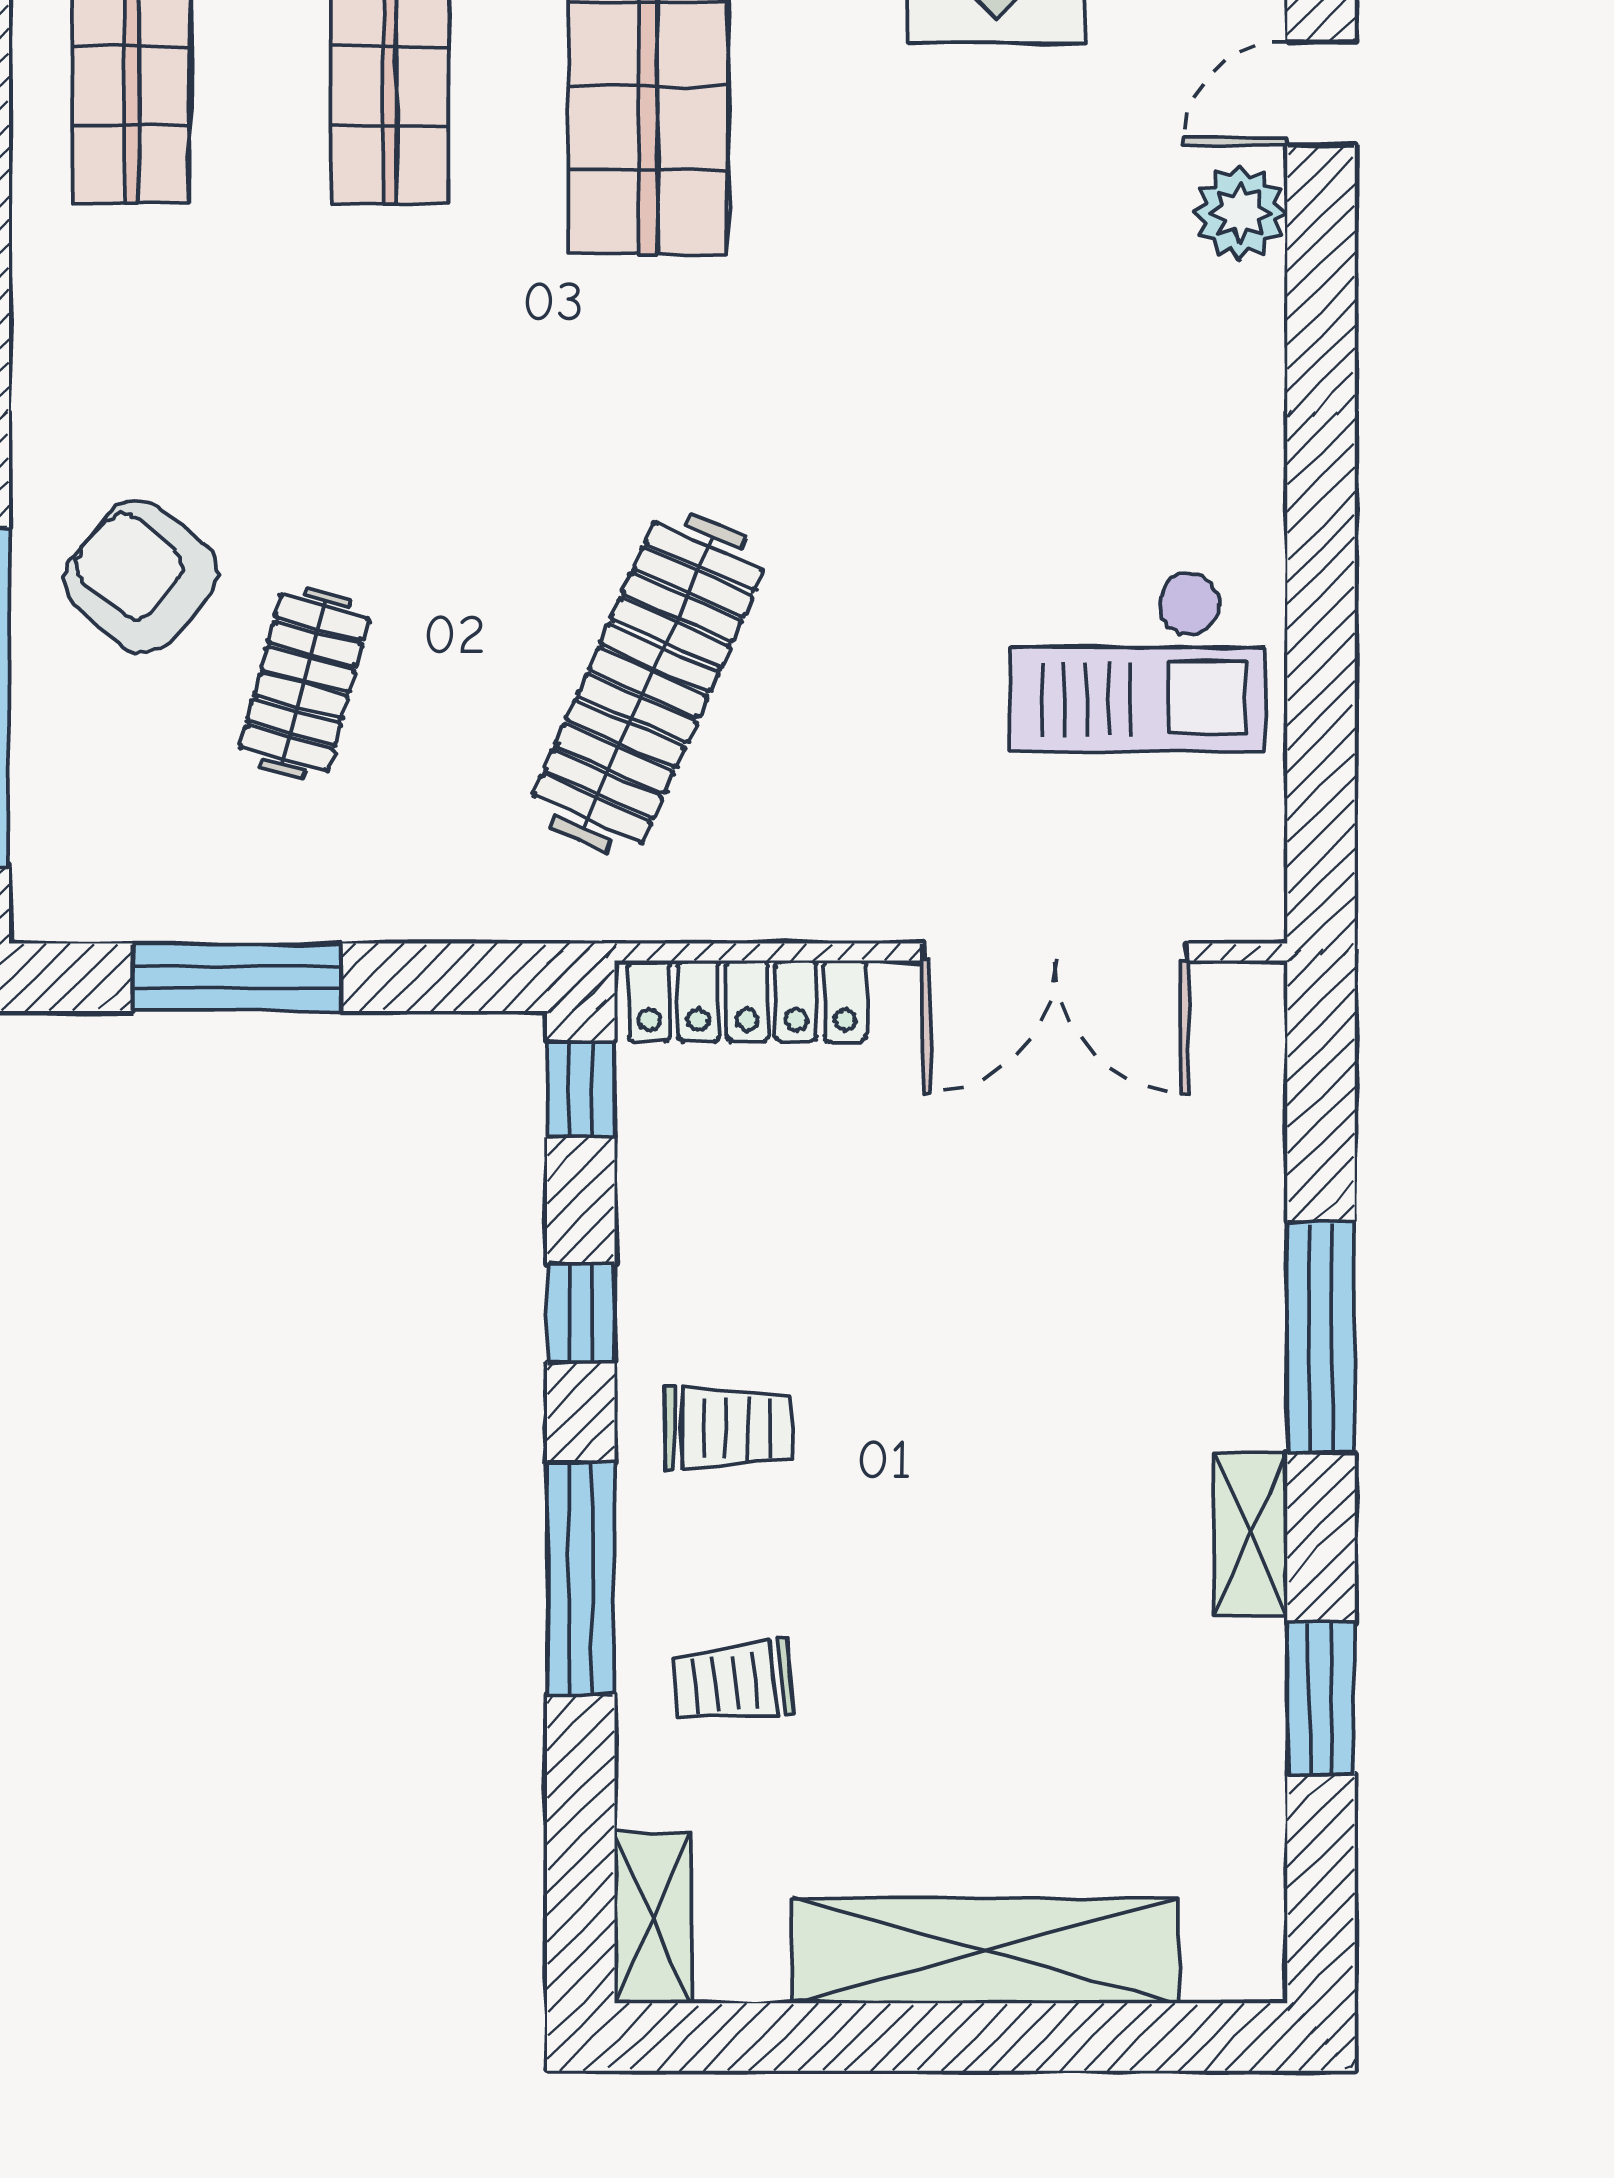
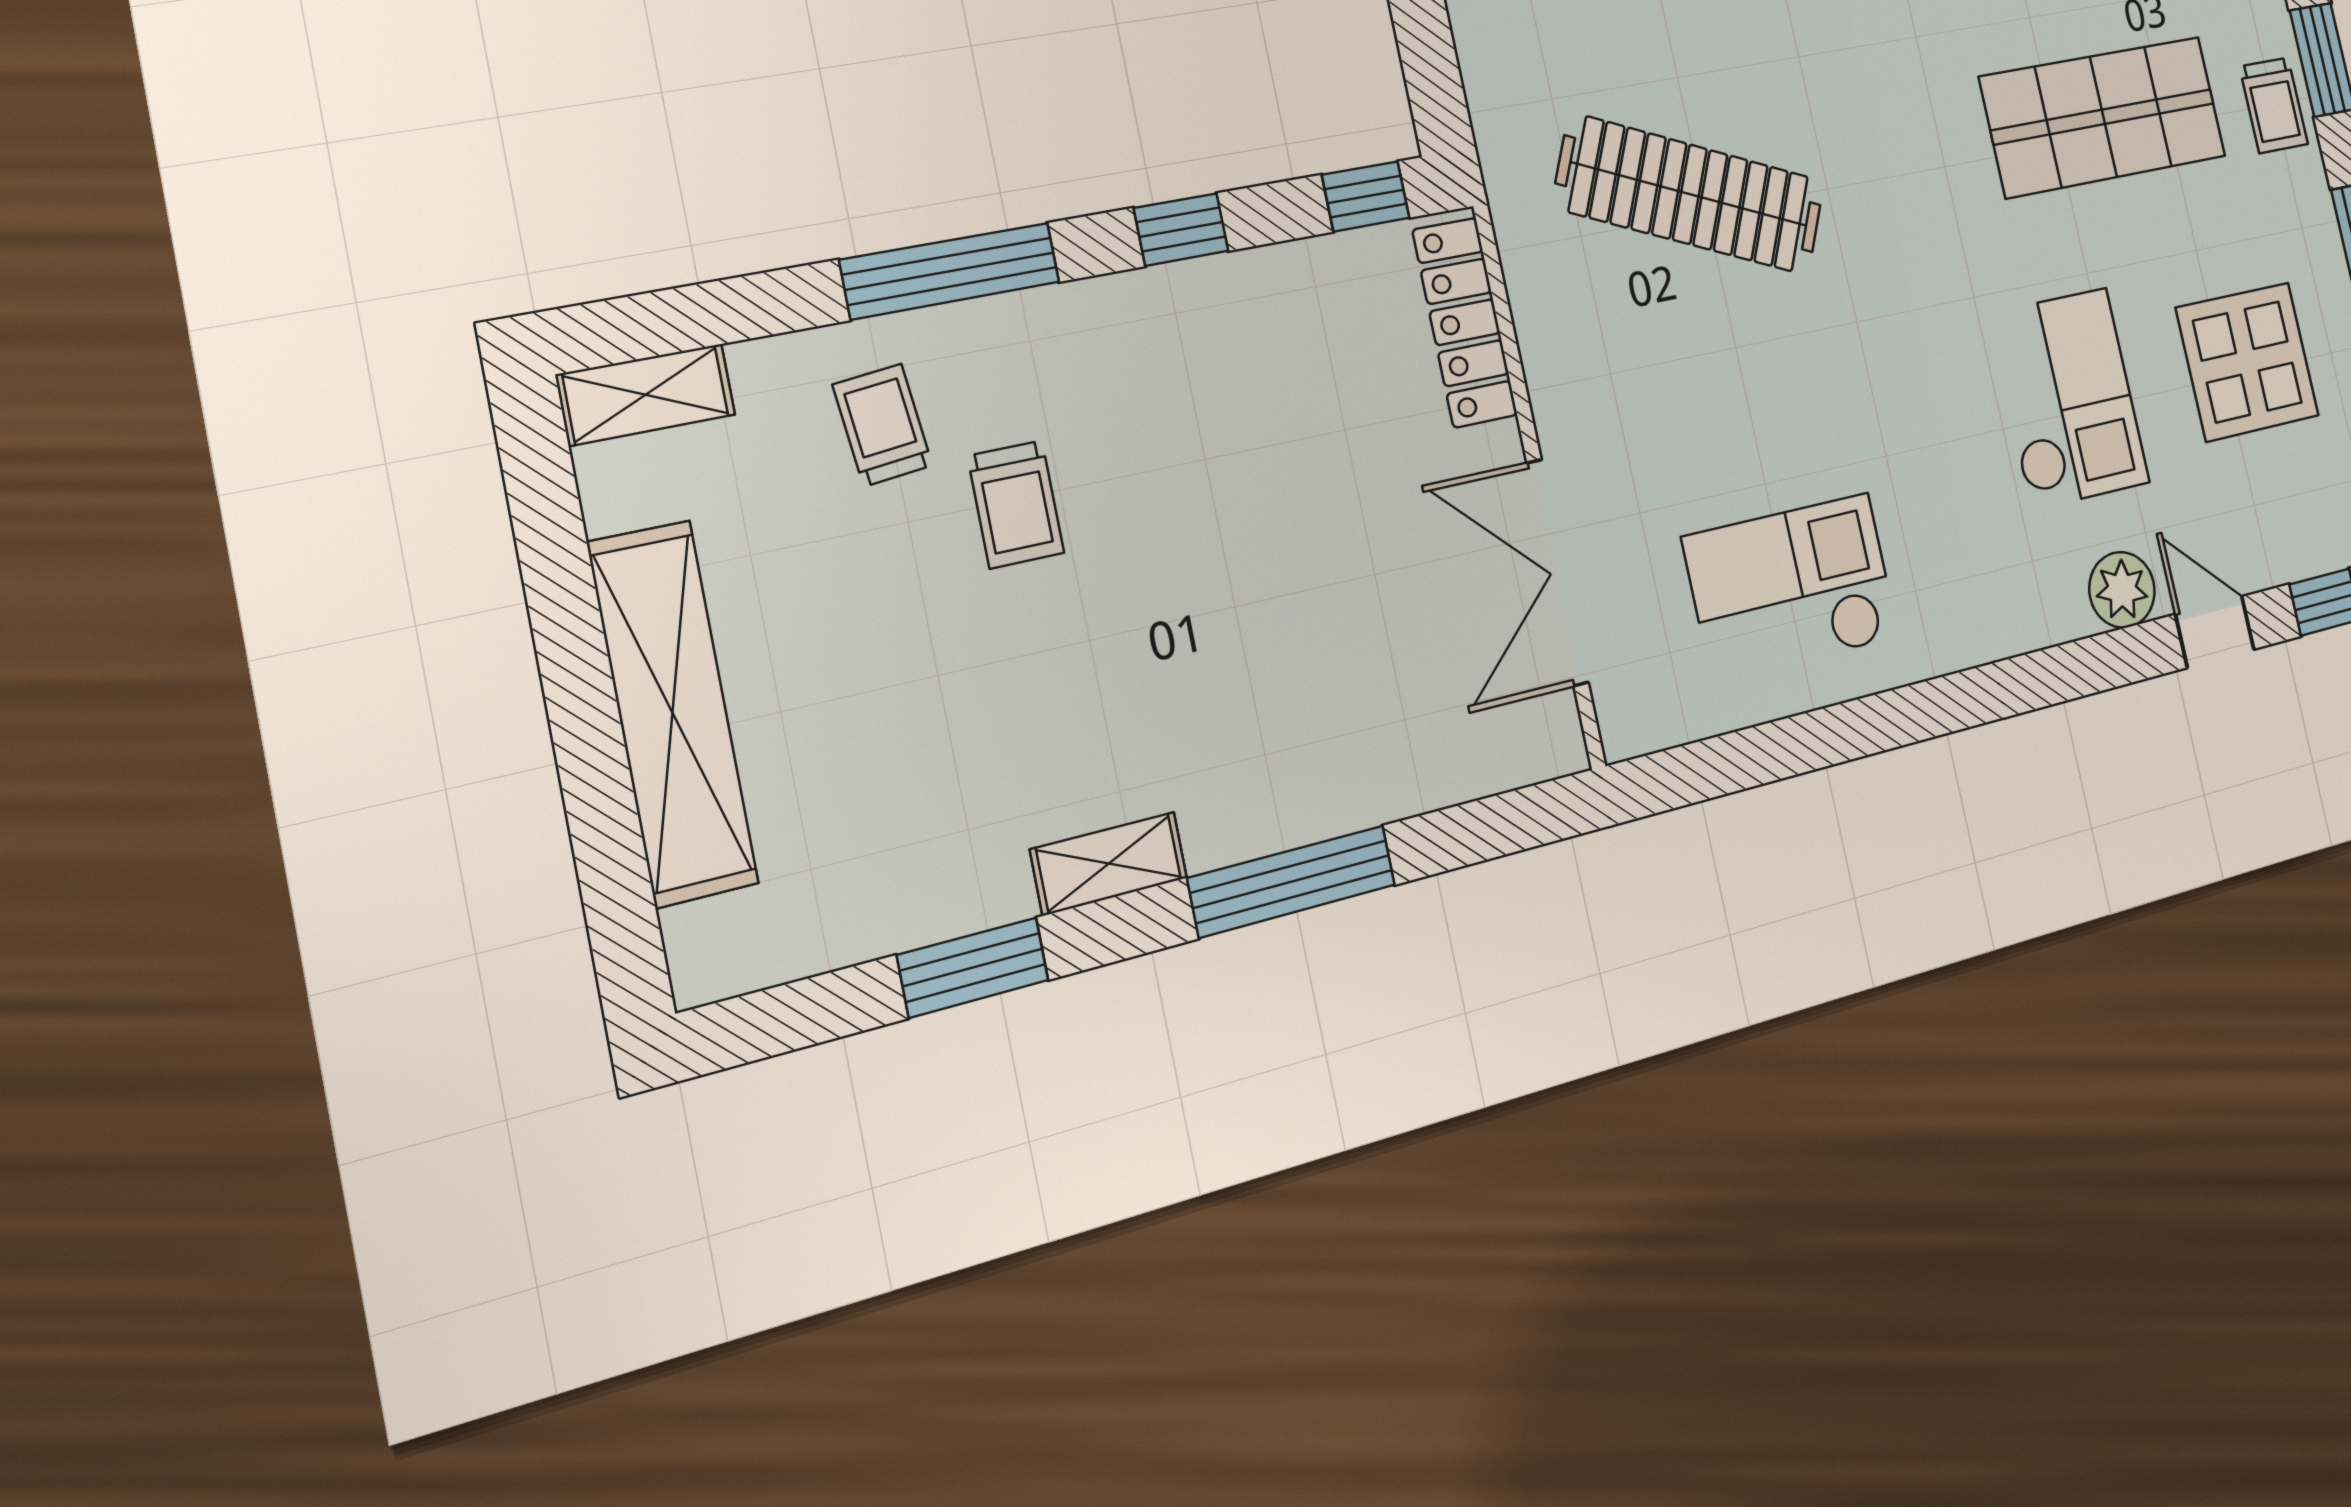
checkout: (991, 228) -> (2069, 398), added
checkout: (1138, 661) -> (1791, 588), turned 90
trolley: (728, 1428) -> (1016, 504), moved

